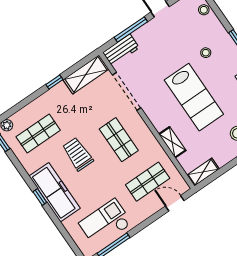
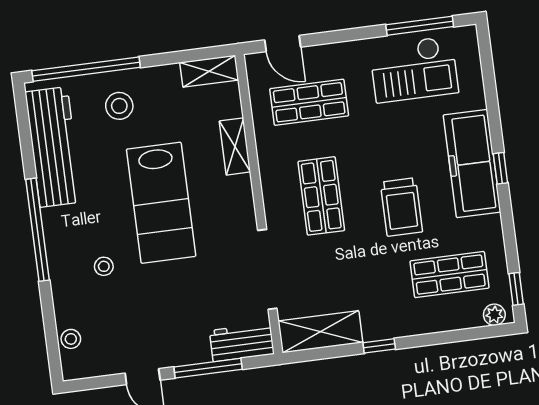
lab bench: (194, 97) -> (161, 203), turned 180

